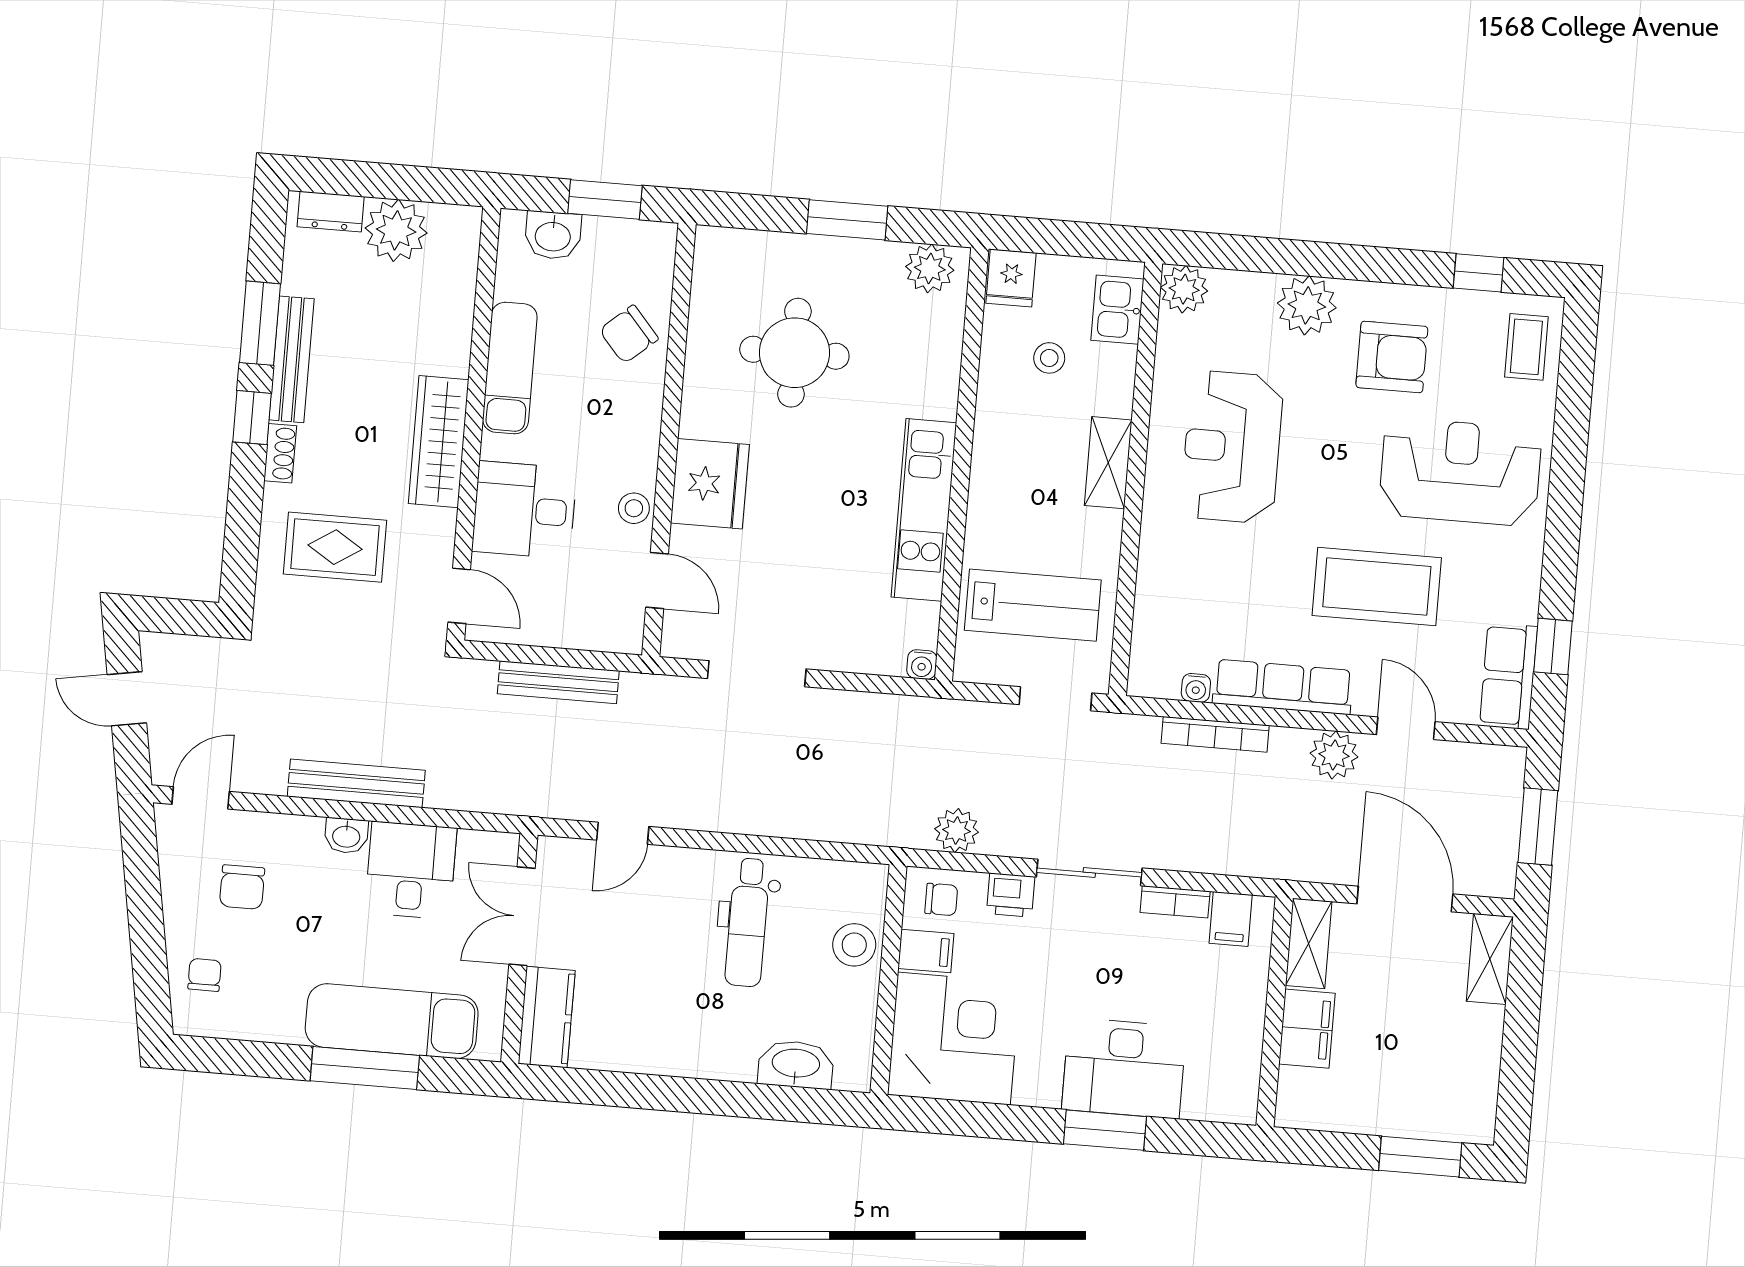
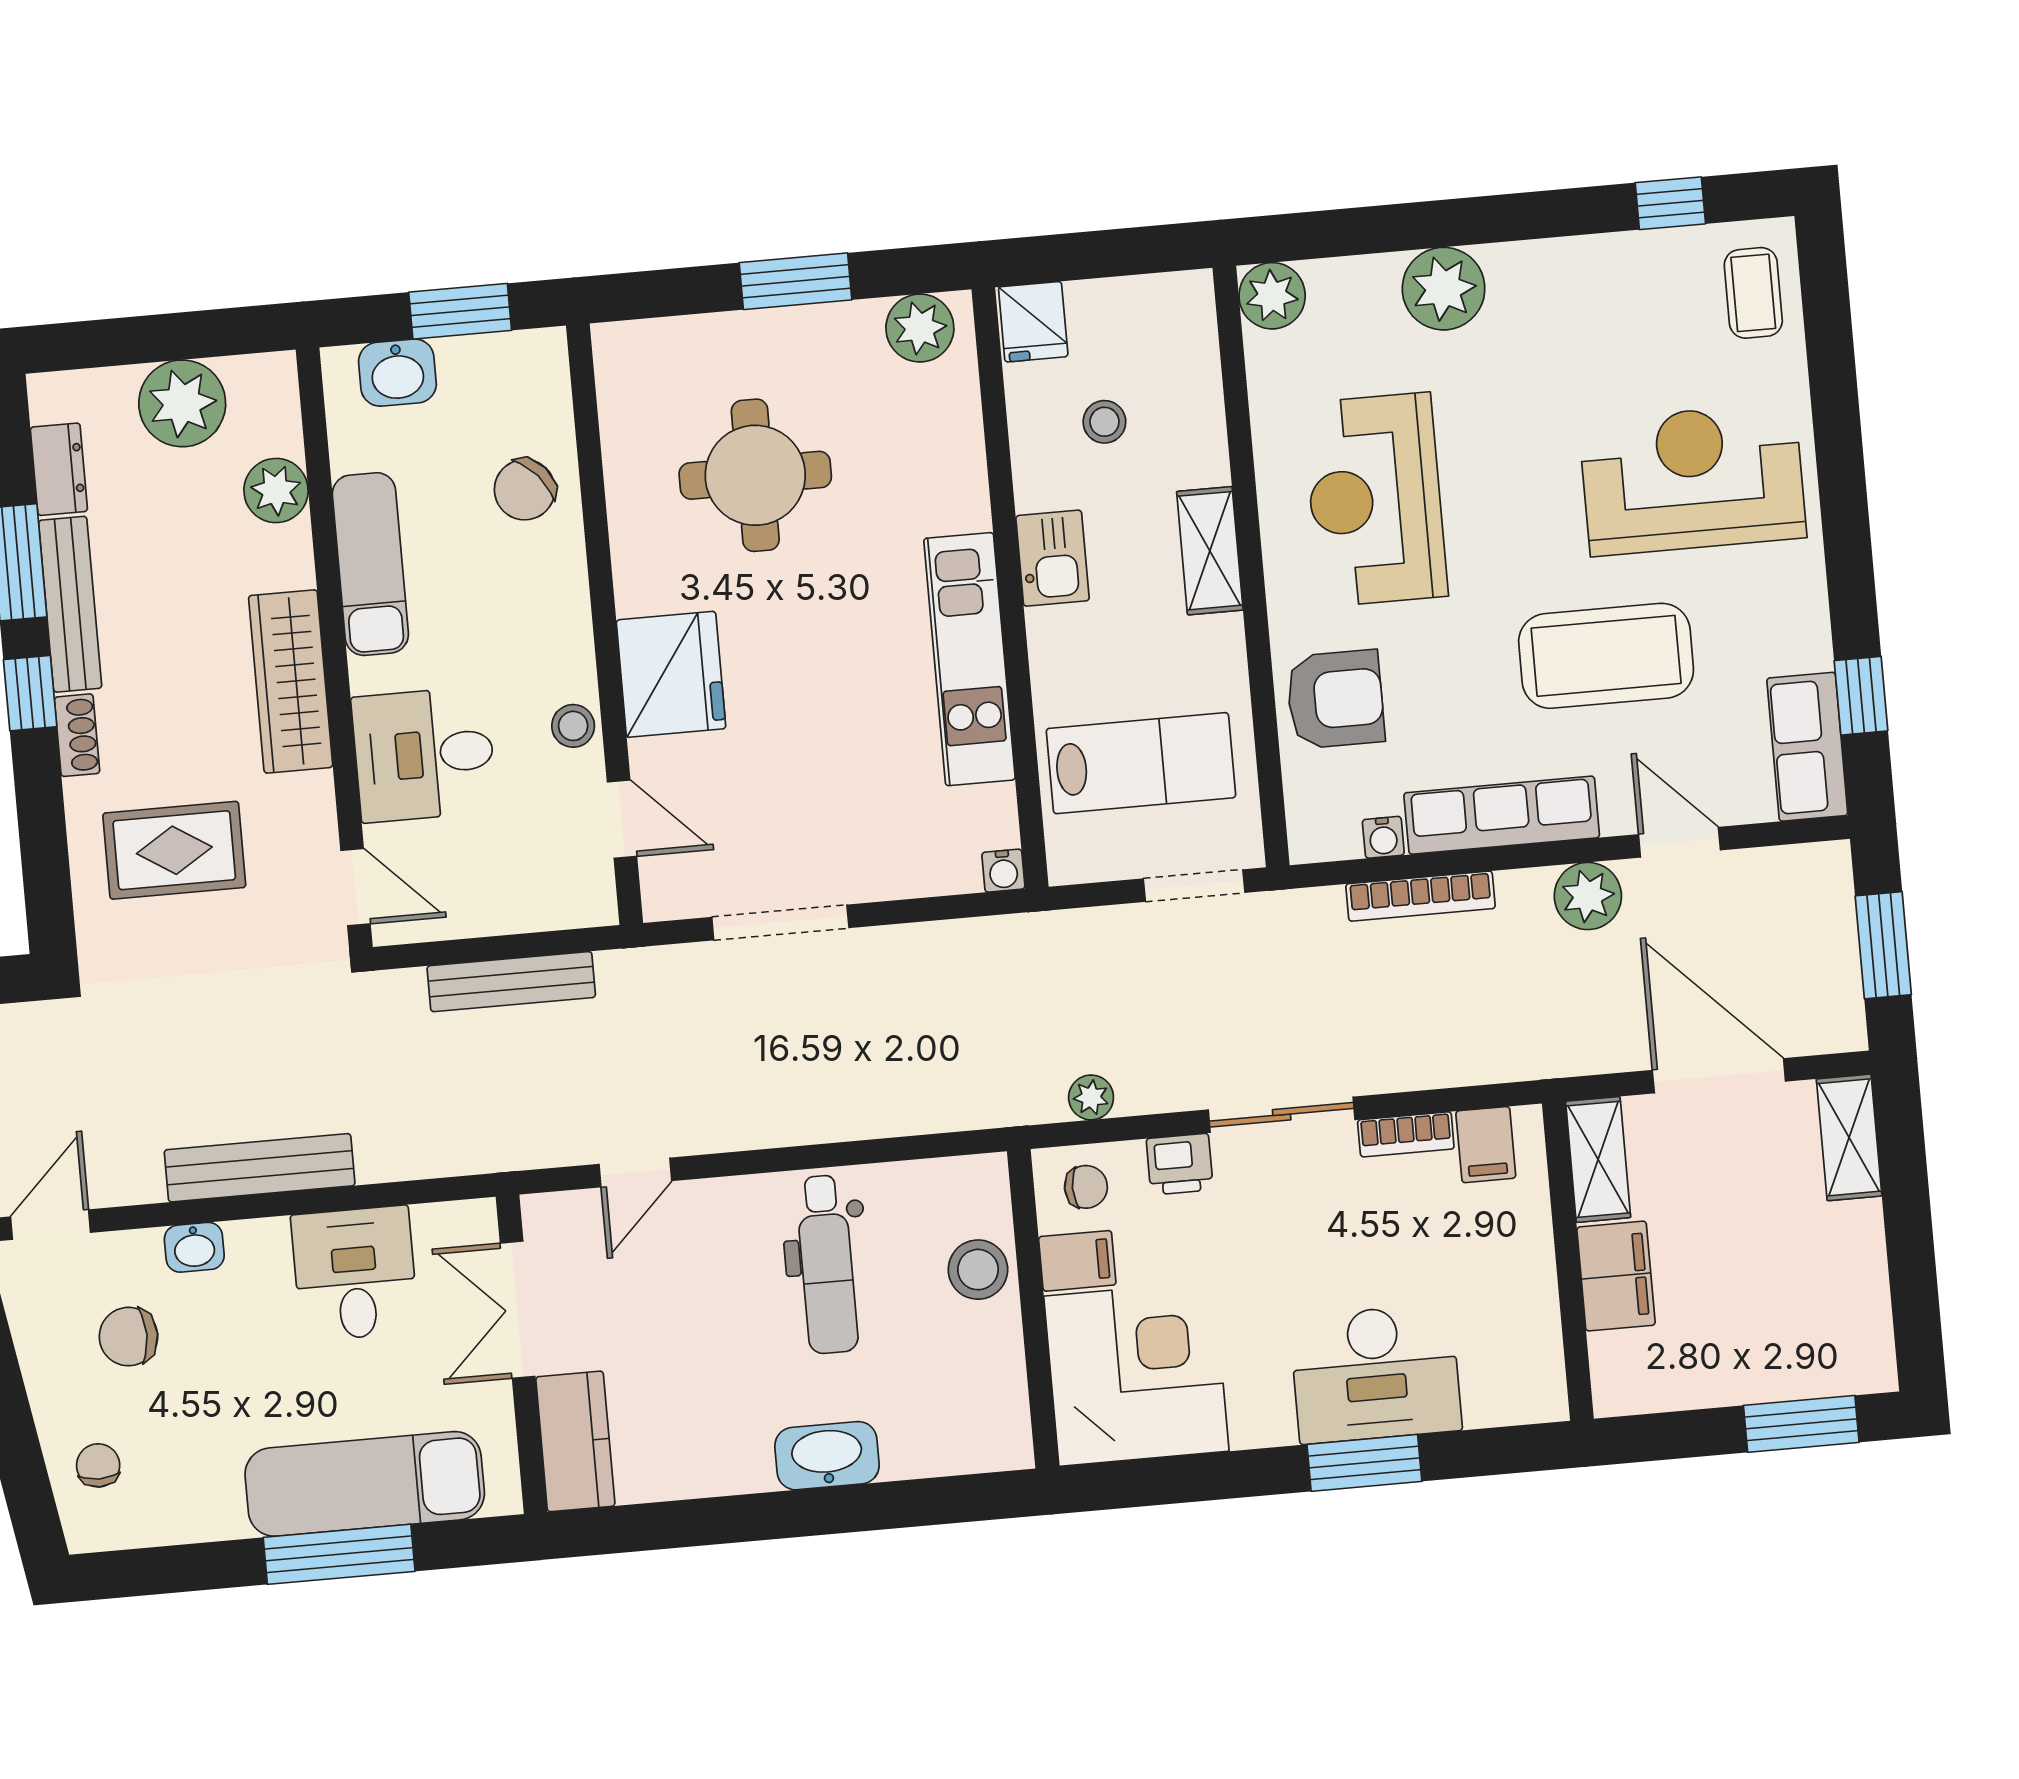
dresser: (331, 212) -> (59, 469), moved, turned -90
plant: (452, 304) -> (276, 491), added
kitchen sink: (1117, 310) -> (1052, 558), moved, turned 180
armchair: (1392, 357) -> (1335, 699), moved
plant: (956, 830) -> (1091, 1097), width x0.73, depth x0.73
washbasin: (346, 836) -> (194, 1247), moved
chair: (242, 887) -> (128, 1337), turned 90
washbasin: (796, 1064) -> (827, 1456), moved

